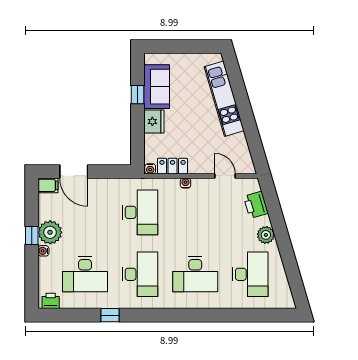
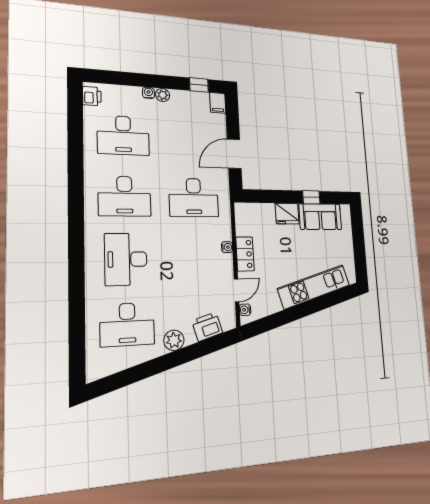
locker: (173, 166) -> (245, 254), moved
water cooler: (150, 169) -> (245, 310), moved
door: (74, 171) -> (234, 154), moved
plant: (50, 232) -> (163, 95), width x0.53, depth x0.53
window: (32, 235) -> (199, 85), moved
desk: (85, 274) -> (123, 135), turned -90
window: (110, 315) -> (76, 161), removed

